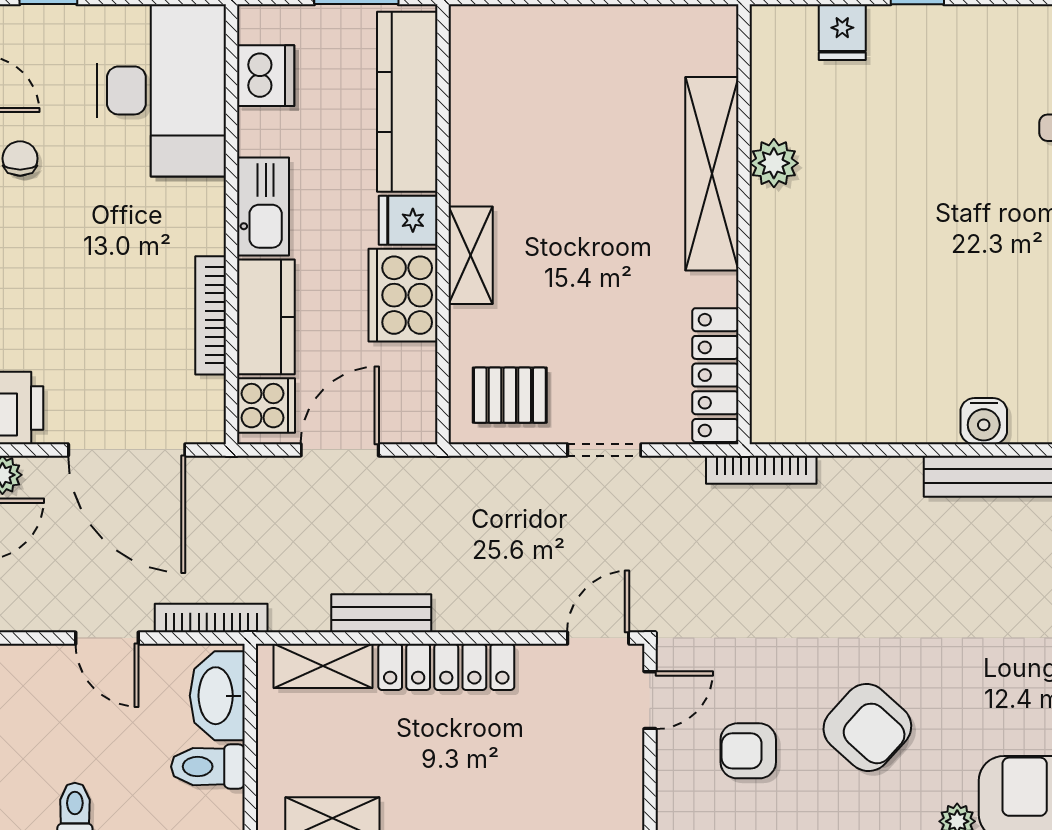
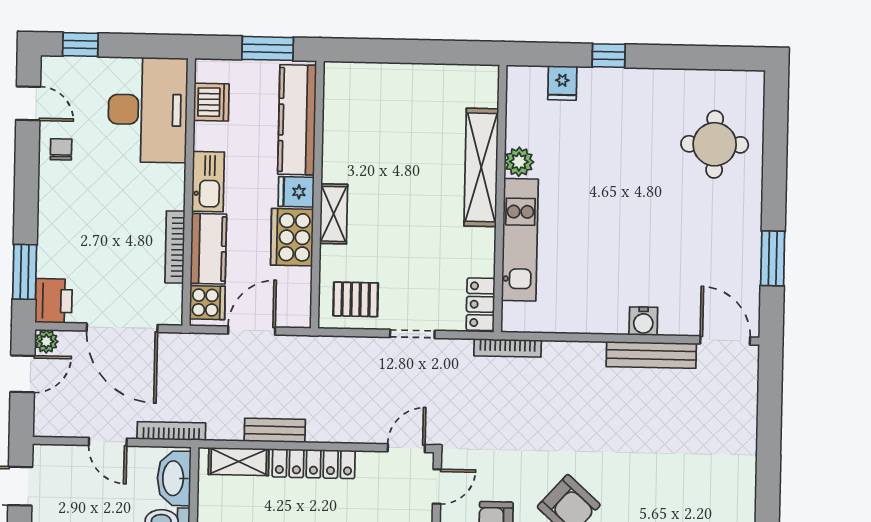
kitchen unit: (778, 291) -> (520, 240), added
locker: (715, 375) -> (481, 304), width x0.66

